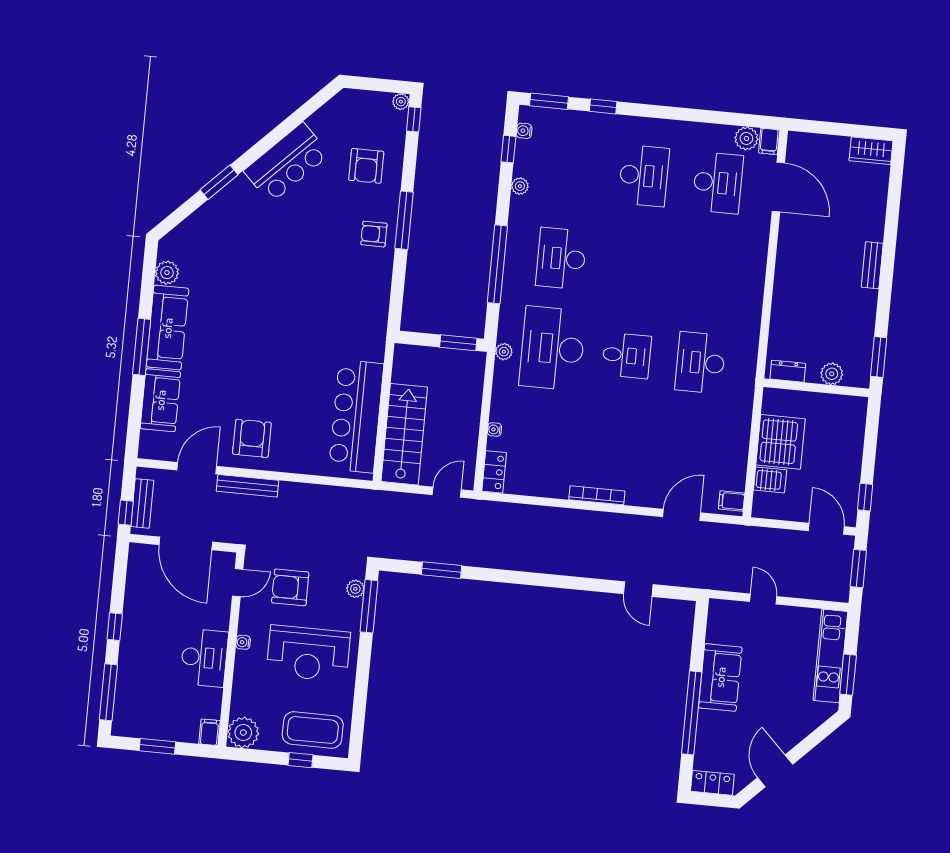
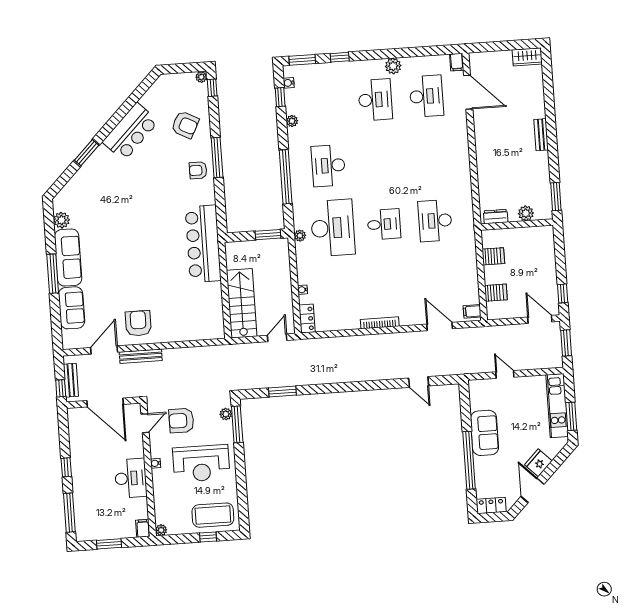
plant: (746, 138) -> (393, 66), moved
armchair: (366, 166) -> (185, 125), turned -63
desk: (552, 348) -> (333, 228), turned 180
bar counter: (356, 416) -> (203, 244), moved
server rack: (780, 442) -> (493, 256), width x0.46, depth x0.70
door: (682, 515) -> (440, 326), hinge flipped
plant: (243, 733) -> (161, 530), width x0.53, depth x0.53
fridge: (790, 733) -> (538, 463), added

